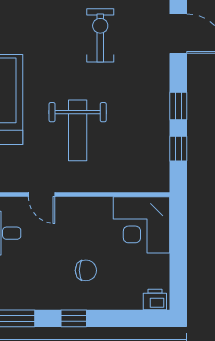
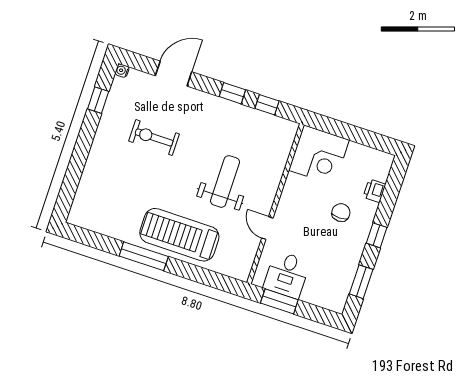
weight bench: (78, 130) -> (225, 181), turned -90
door: (42, 195) -> (267, 228), swing flipped
printer: (155, 299) -> (374, 191), moved

